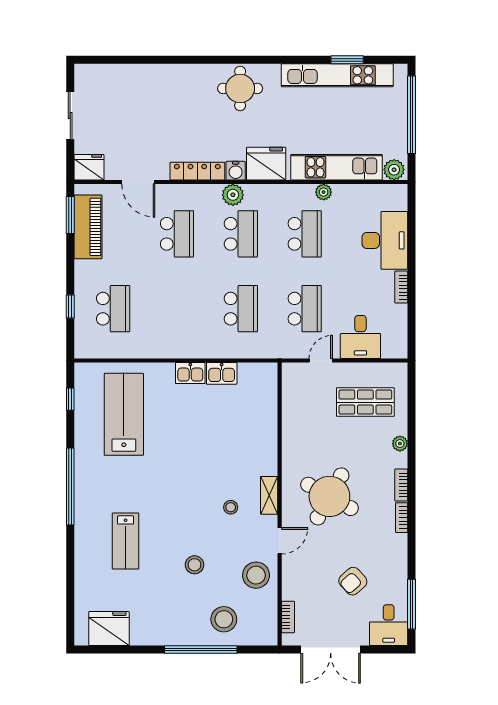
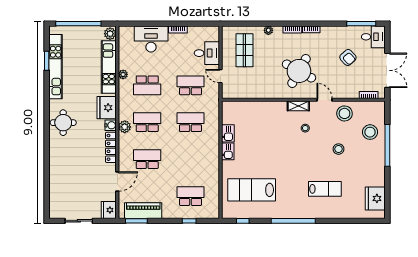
school desk: (305, 234) -> (147, 85), turned 180

